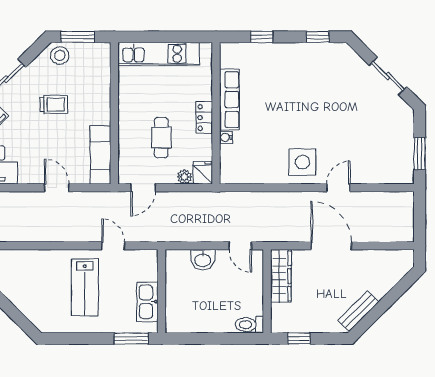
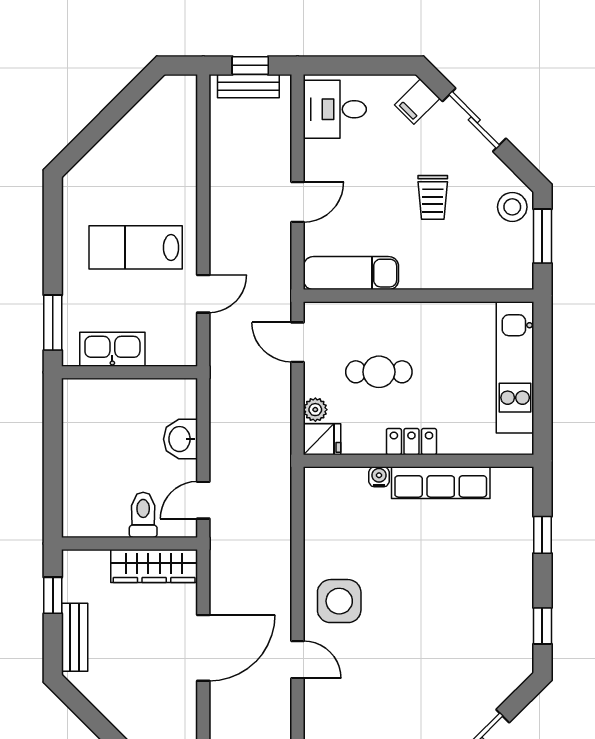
bench: (359, 311) -> (75, 637), moved, turned 45
toilet: (249, 325) -> (143, 515), moved

